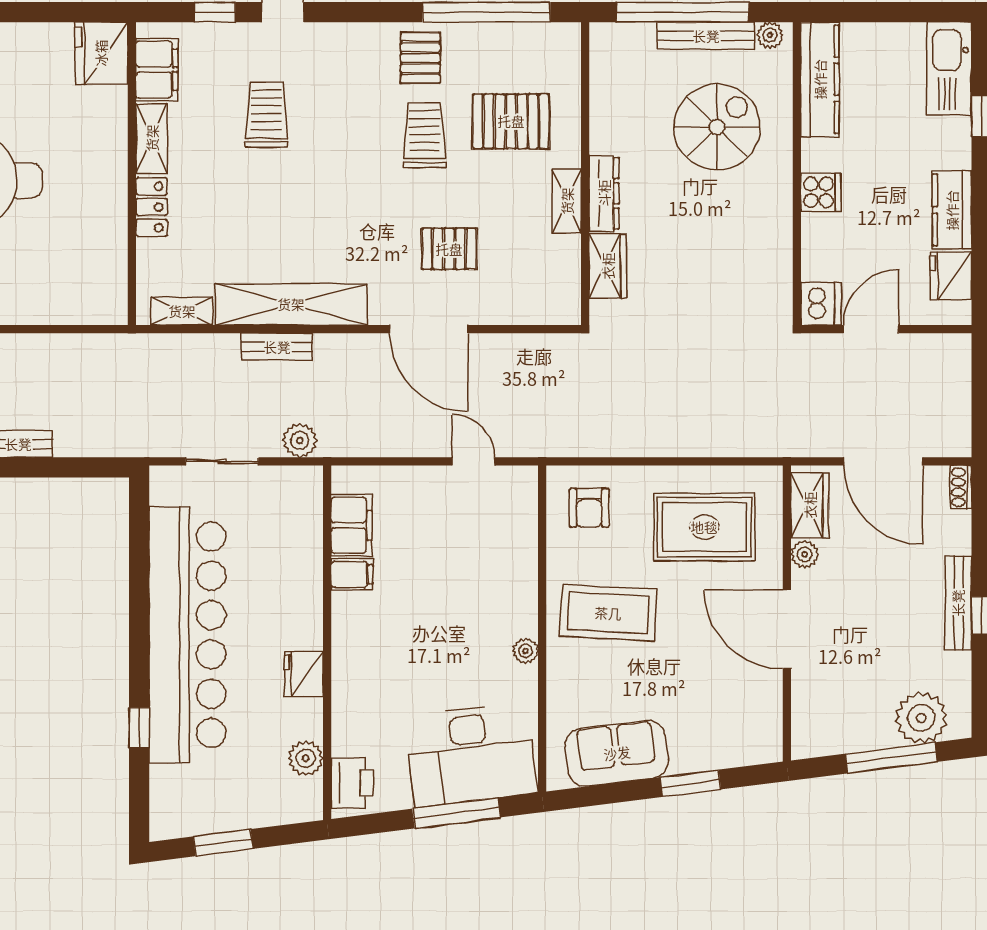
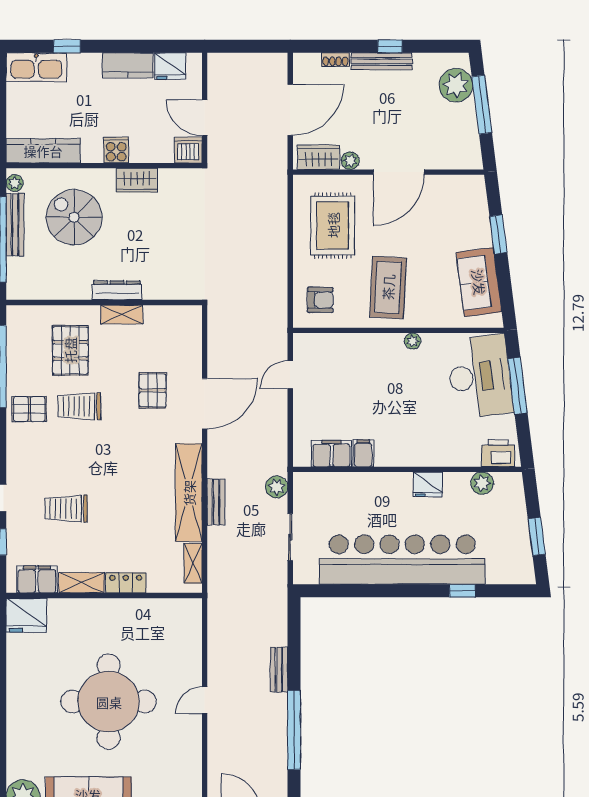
wardrobe: (608, 266) -> (137, 180), moved, turned 180
shoe rack: (961, 487) -> (335, 60), moved

